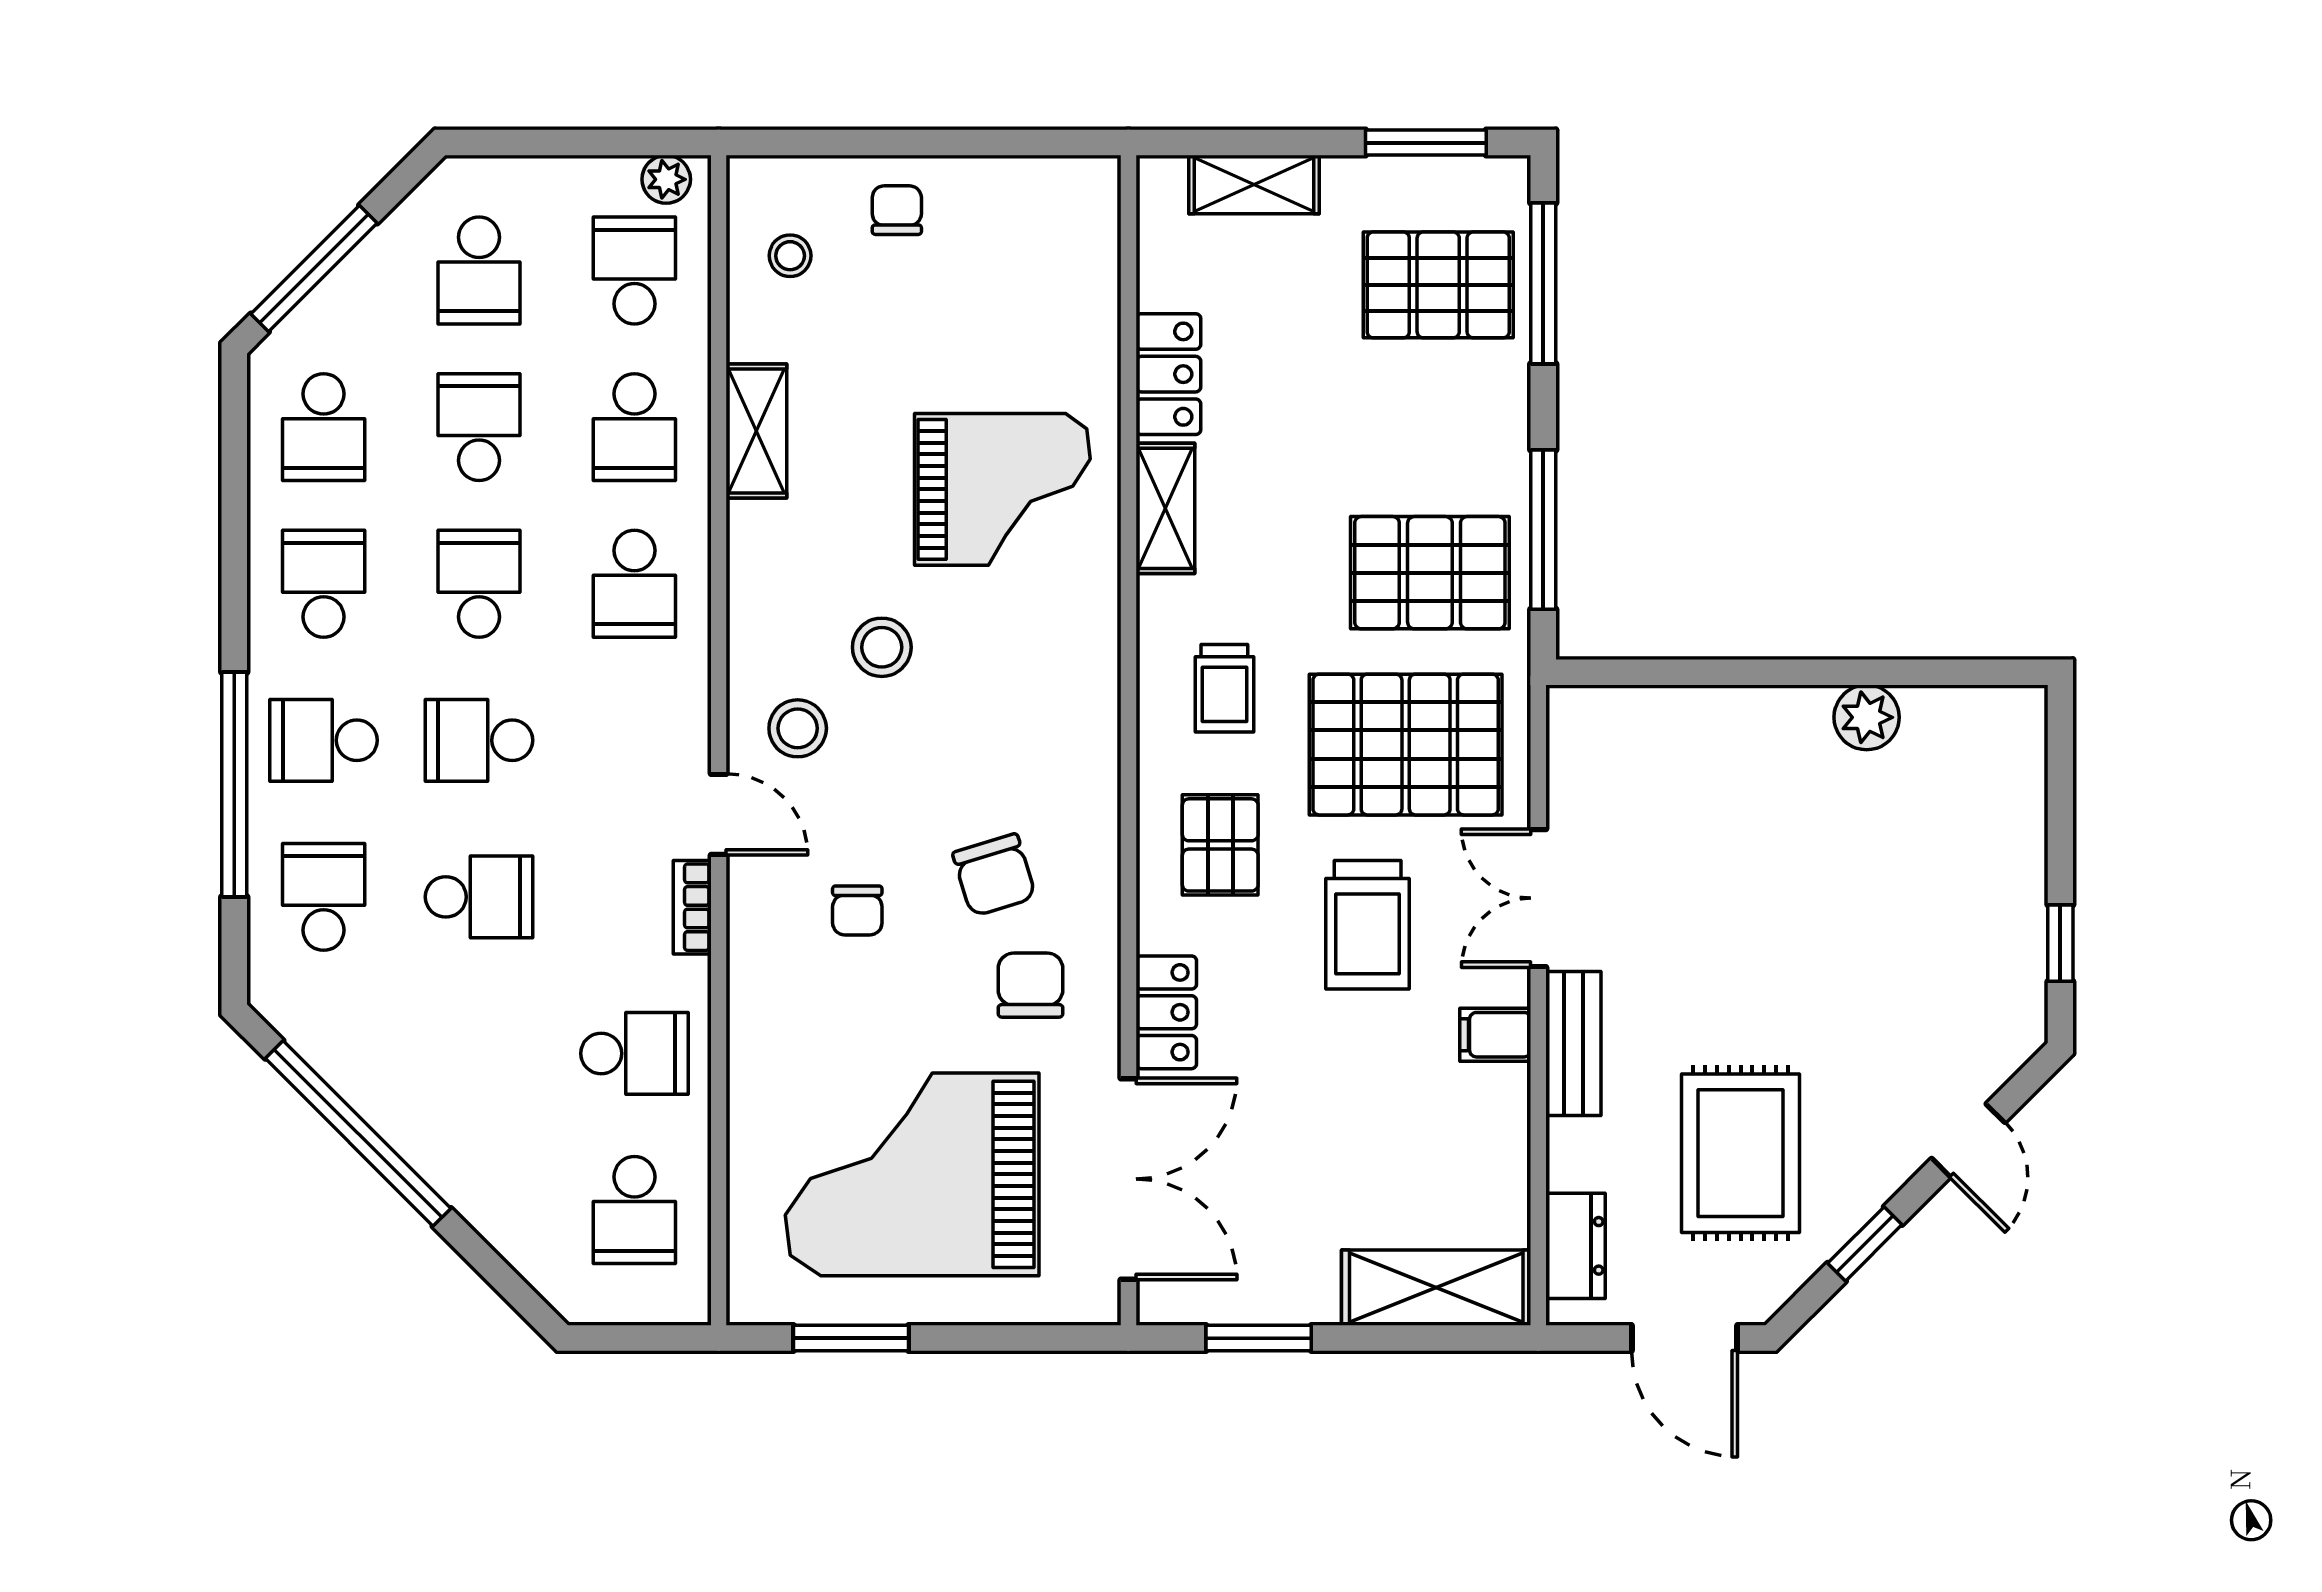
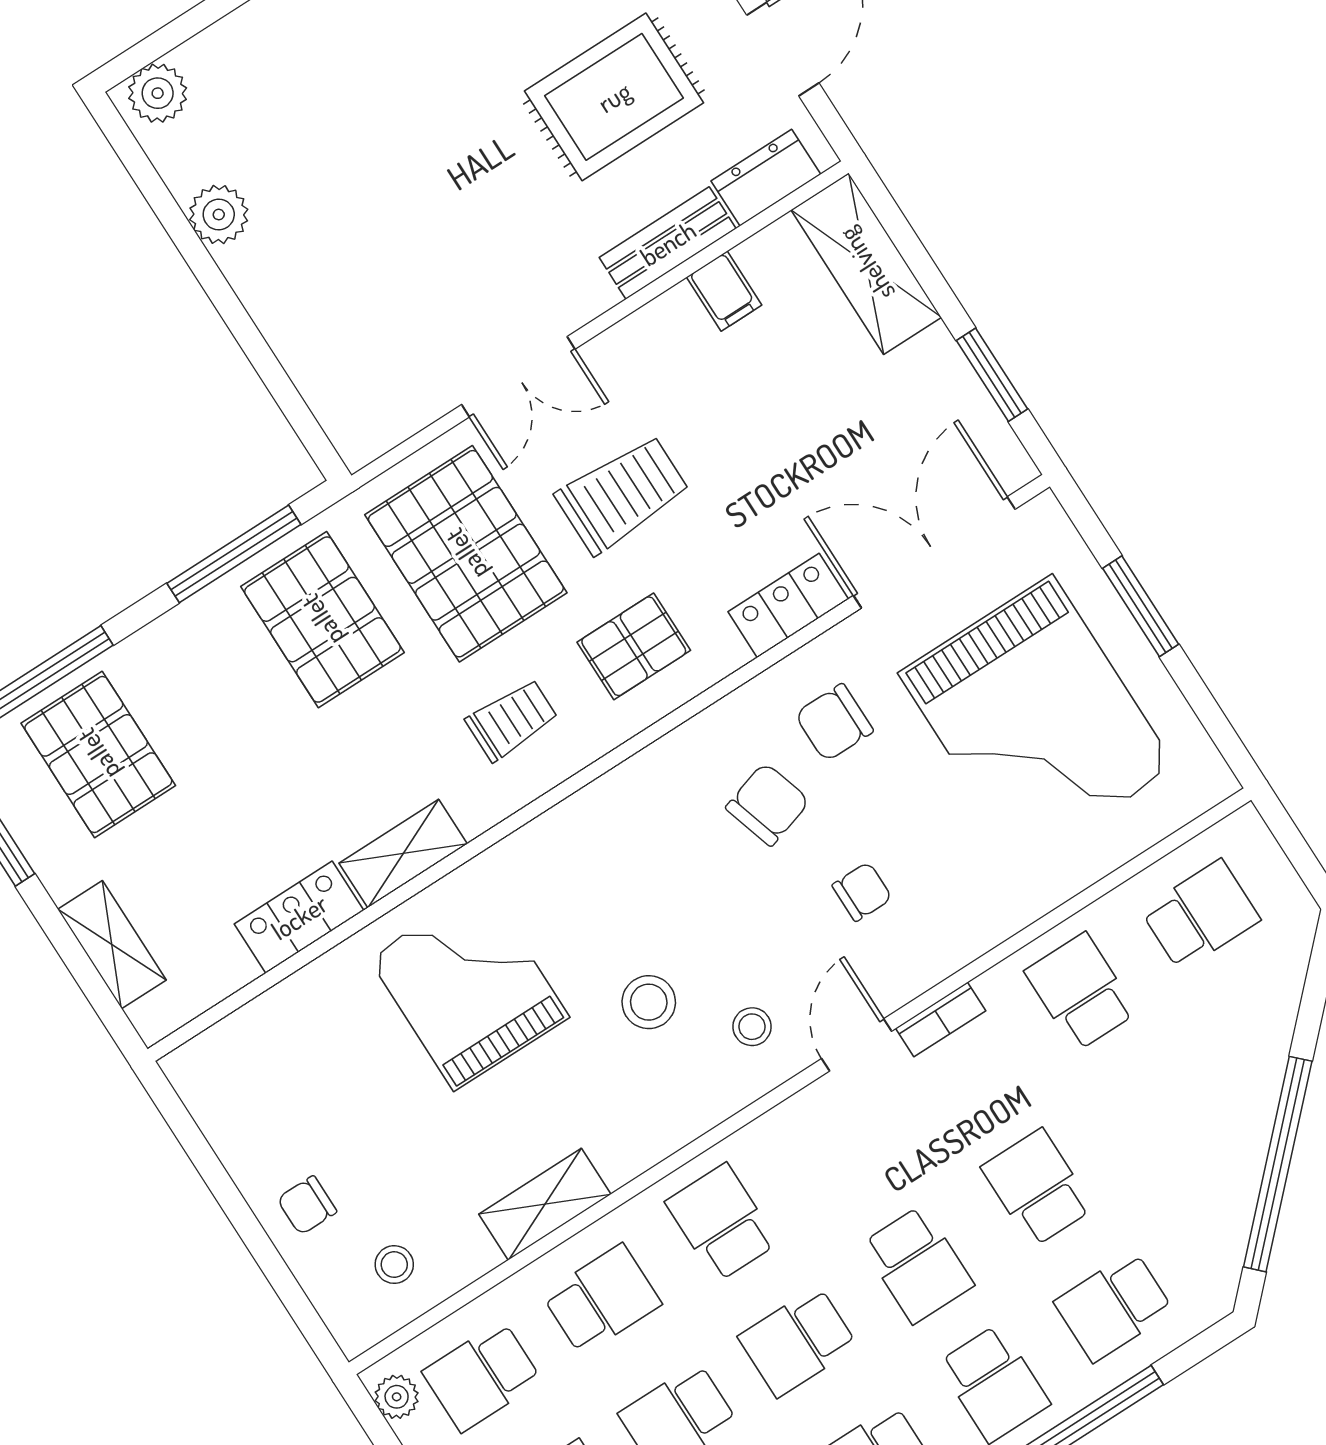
school desk: (634, 584) -> (722, 1223), turned -90
stool: (798, 728) -> (752, 1027), width x0.73, depth x0.73
plant: (2015, 733) -> (158, 93), added
filing cabinet: (1495, 1035) -> (724, 291), moved
bench: (1573, 1044) -> (668, 243), moved
window: (851, 1338) -> (1141, 606), moved

